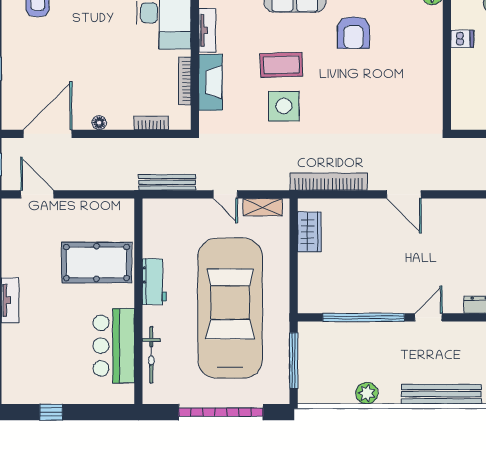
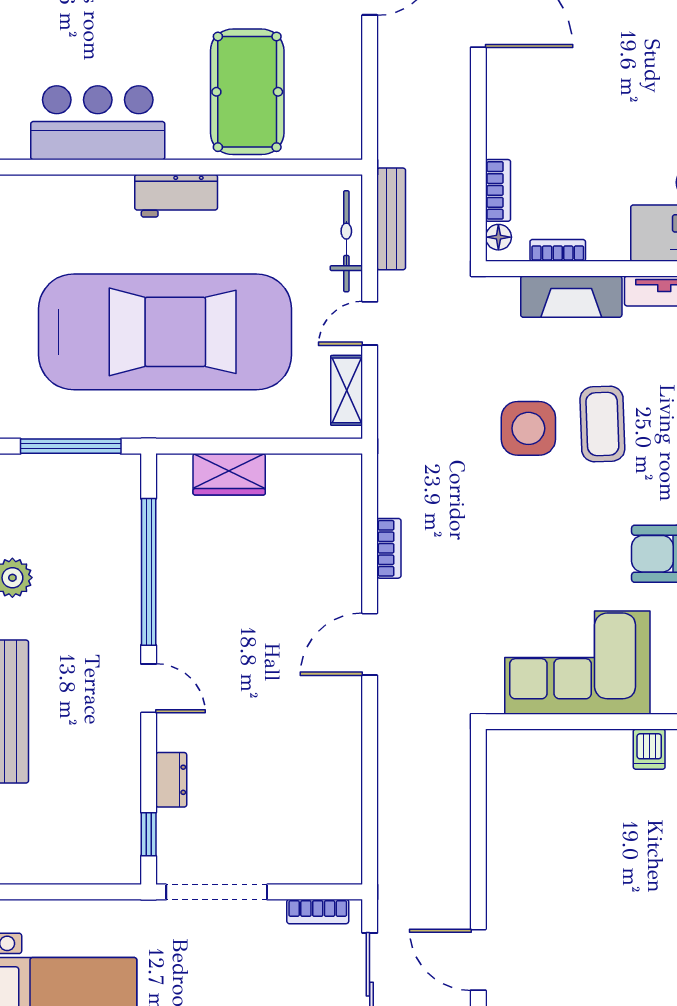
corner sofa: (414, 79) -> (577, 663), added
bookcase: (185, 81) -> (558, 250), width x0.64
floor lamp: (99, 123) -> (498, 237), moved
bookcase: (329, 182) -> (389, 548), width x0.43, depth x0.76
wardrobe: (309, 232) -> (229, 474), moved
workbench: (154, 282) -> (176, 196), moved
bicycle: (151, 355) -> (346, 241), moved, turned 90

